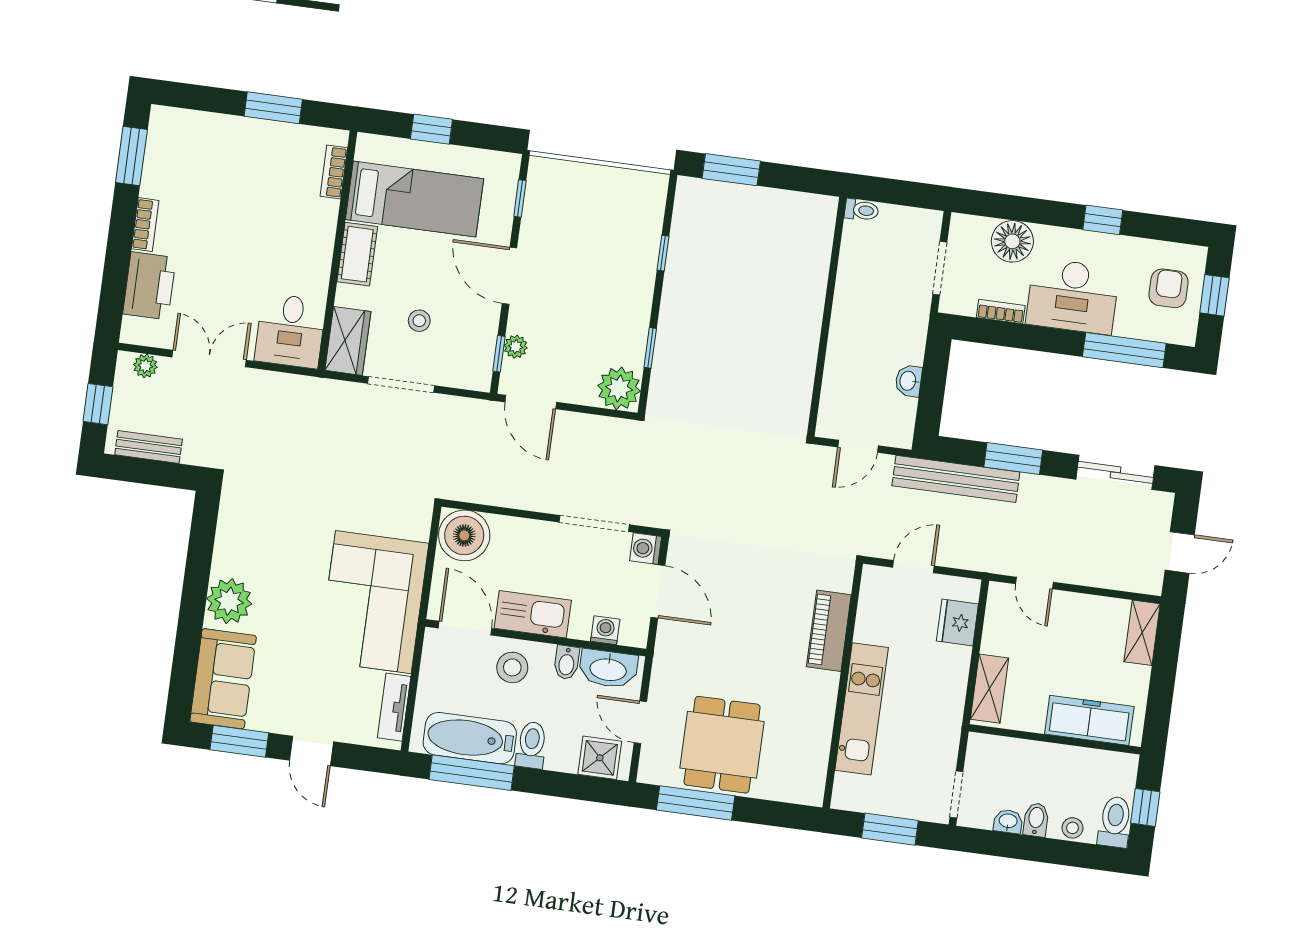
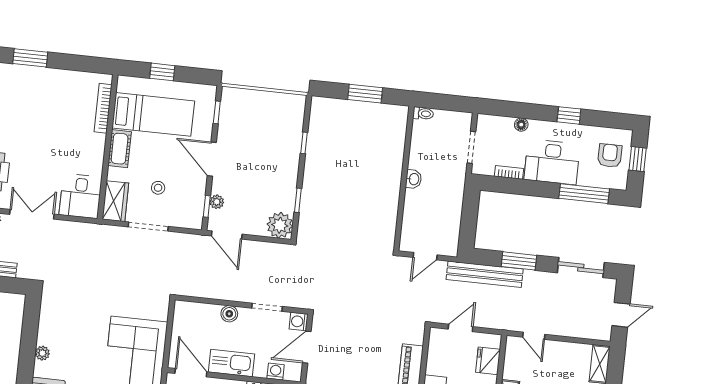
window: (273, 108) -> (30, 58), moved
window: (731, 170) -> (365, 94), moved
bookcase: (334, 172) -> (103, 108), width x1.56
floor lamp: (1012, 241) -> (521, 125), width x0.53, depth x0.53
washbasin: (908, 381) -> (414, 179), moved, turned 180
doorway: (594, 523) -> (267, 307), width x0.73
boiler: (464, 535) -> (229, 314), moved, width x0.54, depth x0.54
door: (658, 591) -> (307, 347), swing flipped
plant: (229, 601) -> (42, 353), width x0.53, depth x0.53

